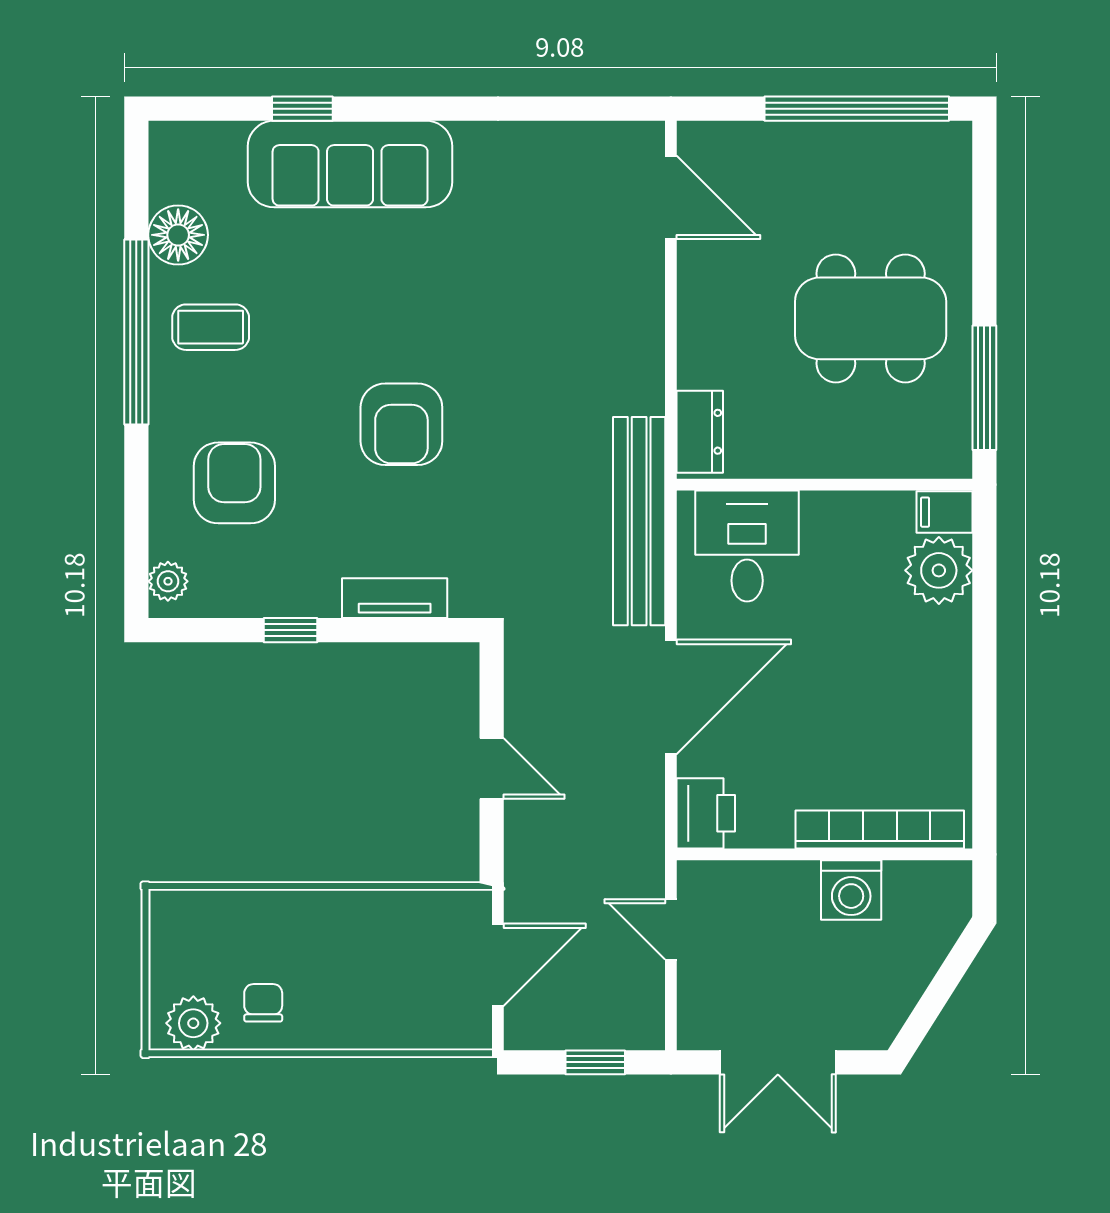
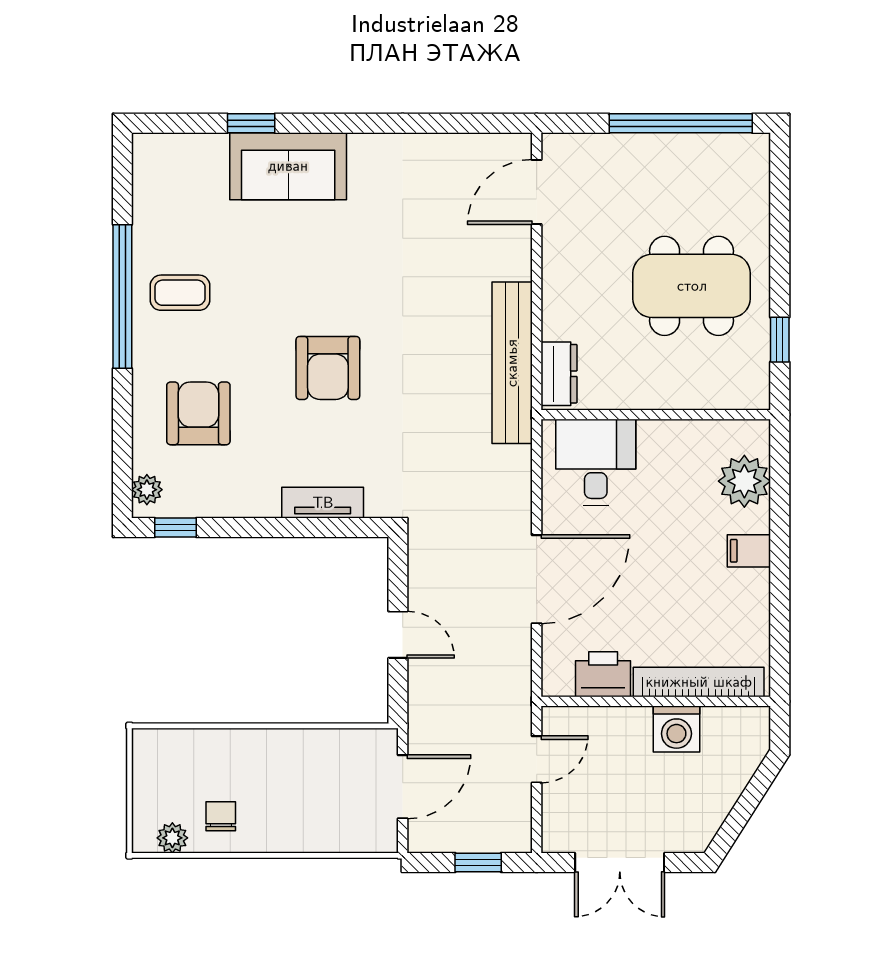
sofa: (350, 164) -> (288, 166), width x0.73
door: (671, 197) -> (537, 192), swing flipped
floor lamp: (178, 235) -> (155, 221), removed
window: (984, 388) -> (780, 340), width x0.46
filing cabinet: (945, 512) -> (749, 551), moved
bench: (639, 521) -> (512, 363), moved
window: (290, 630) -> (175, 527), moved
printer: (706, 813) -> (603, 674), moved, turned -90
door: (671, 929) -> (537, 759), swing flipped
plant: (193, 1023) -> (172, 838), width x0.73, depth x0.73

